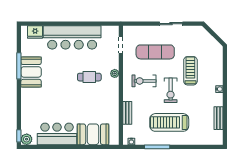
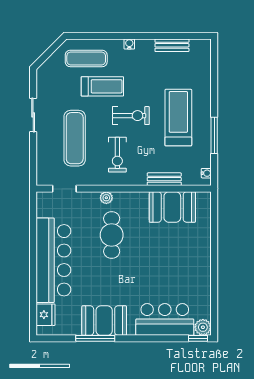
exercise mat: (209, 60) -> (86, 58), added
treadmill: (190, 71) -> (102, 86), turned 180
cafe table: (89, 77) -> (112, 235), width x1.37, depth x1.35
treadmill: (169, 122) -> (178, 118), turned 180
bar counter: (57, 134) -> (165, 319), moved, turned 90
booth: (93, 134) -> (172, 207), moved, turned 90

